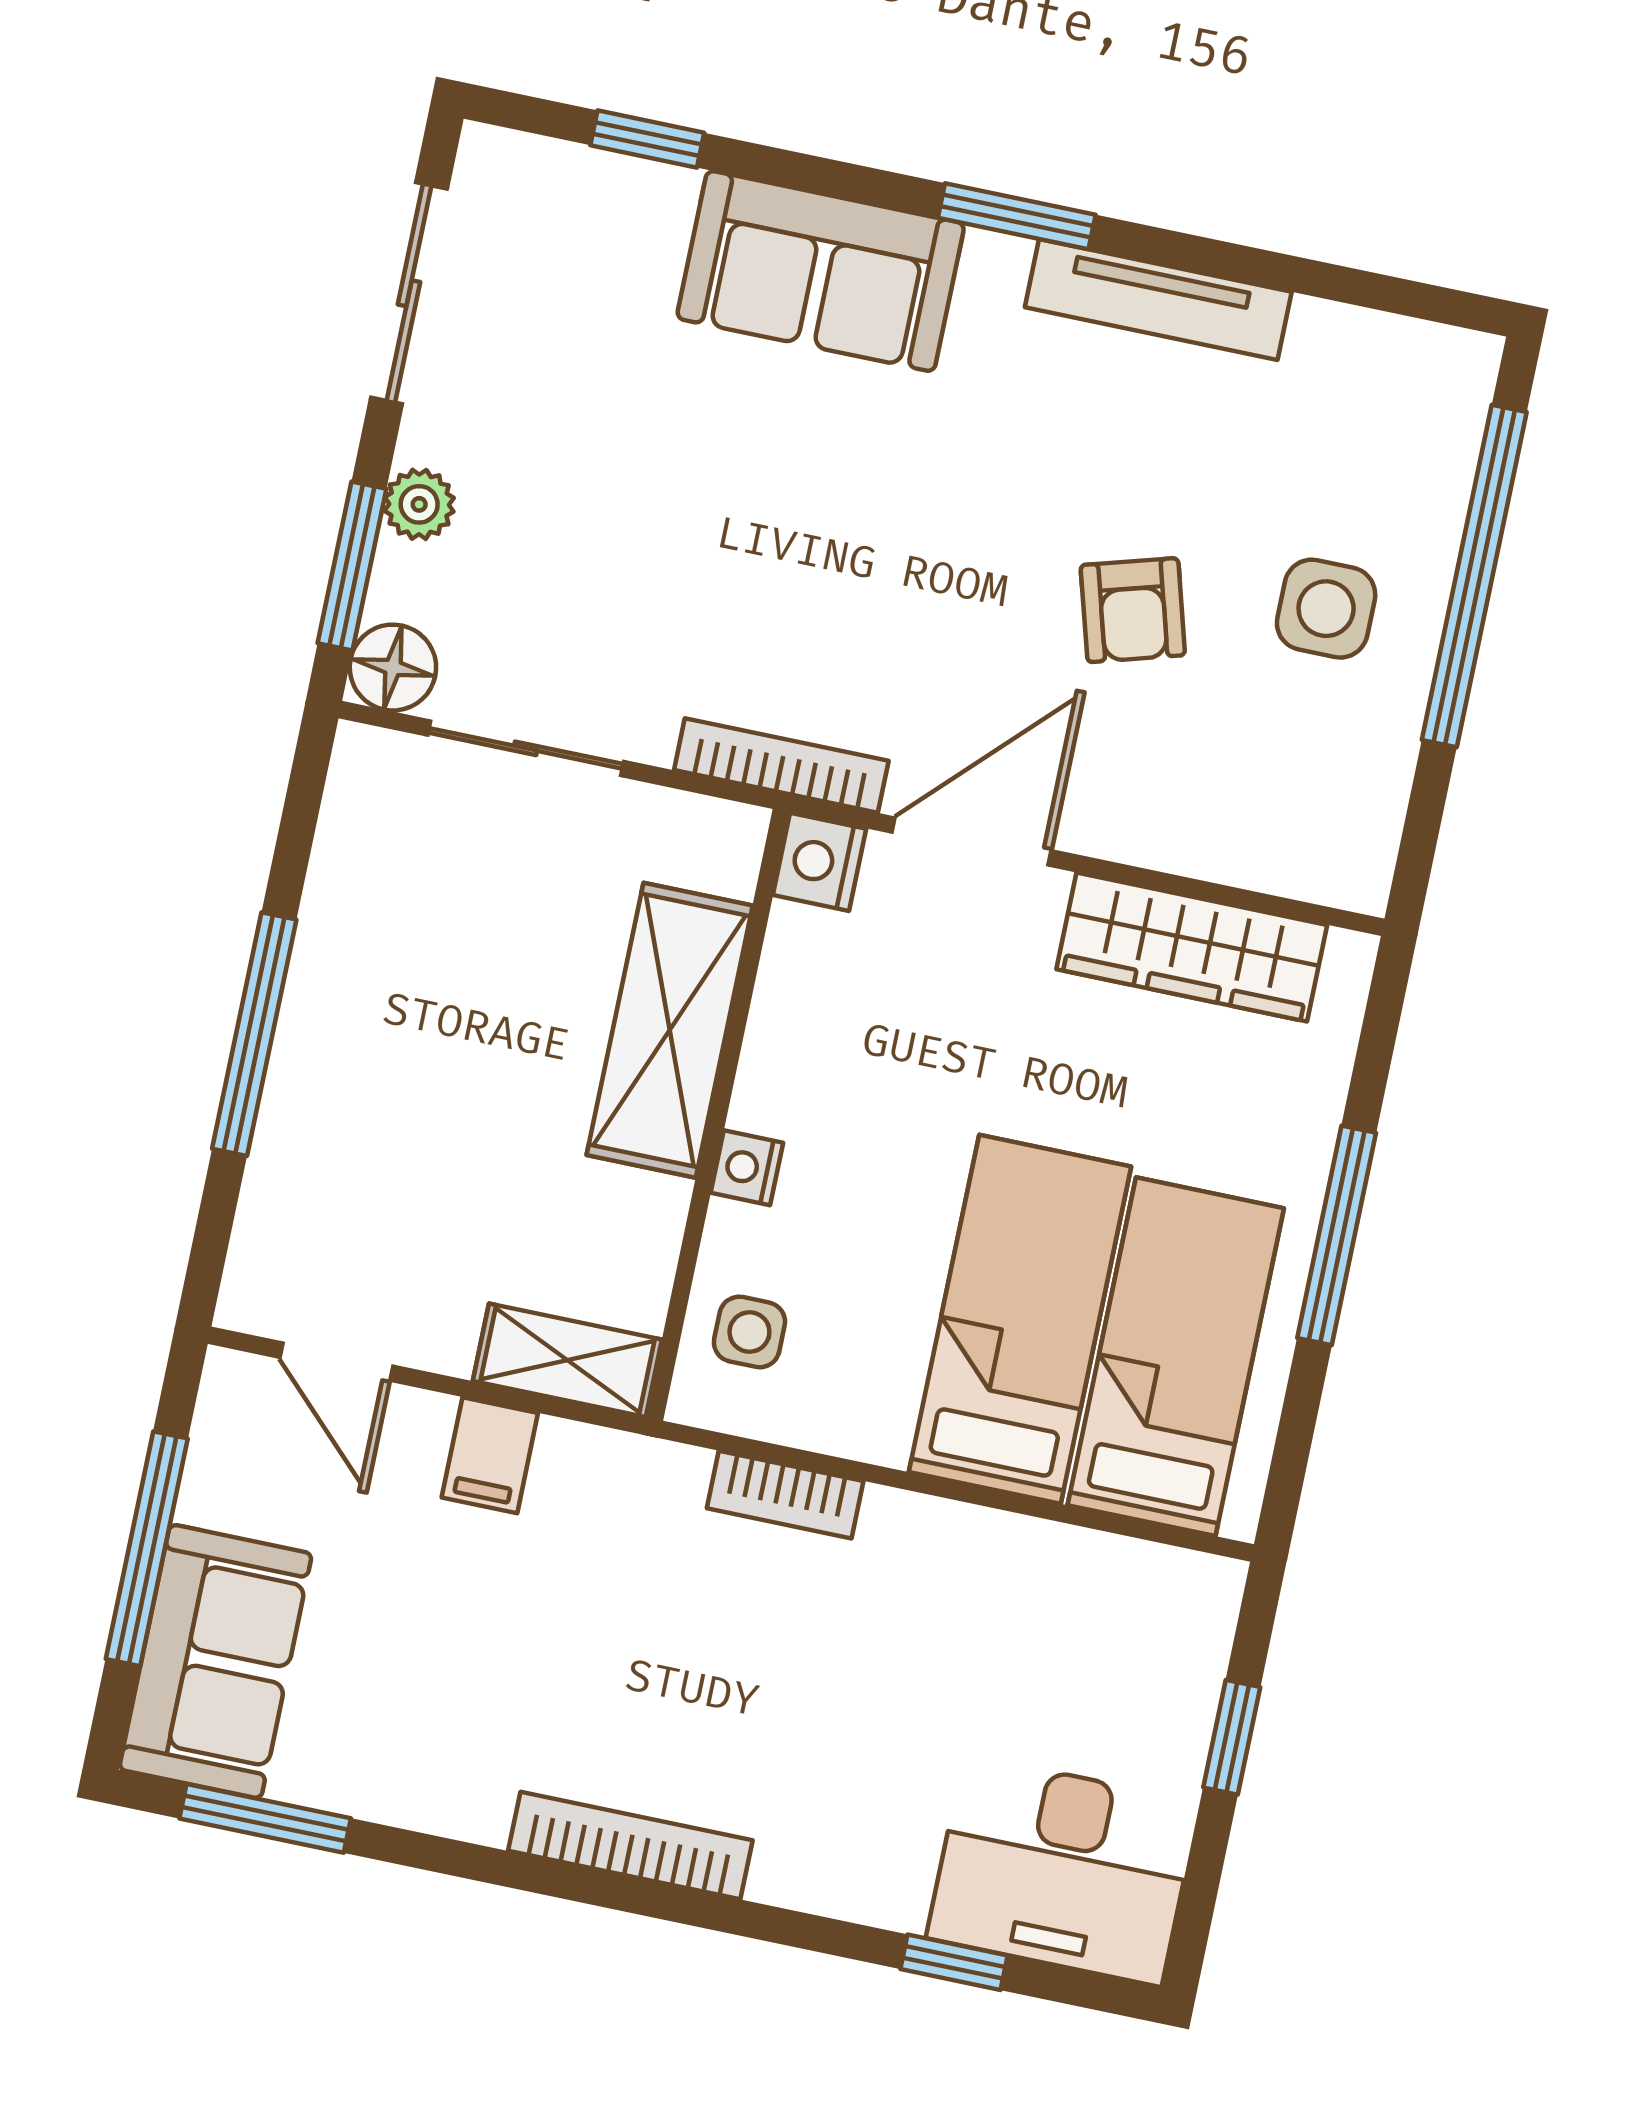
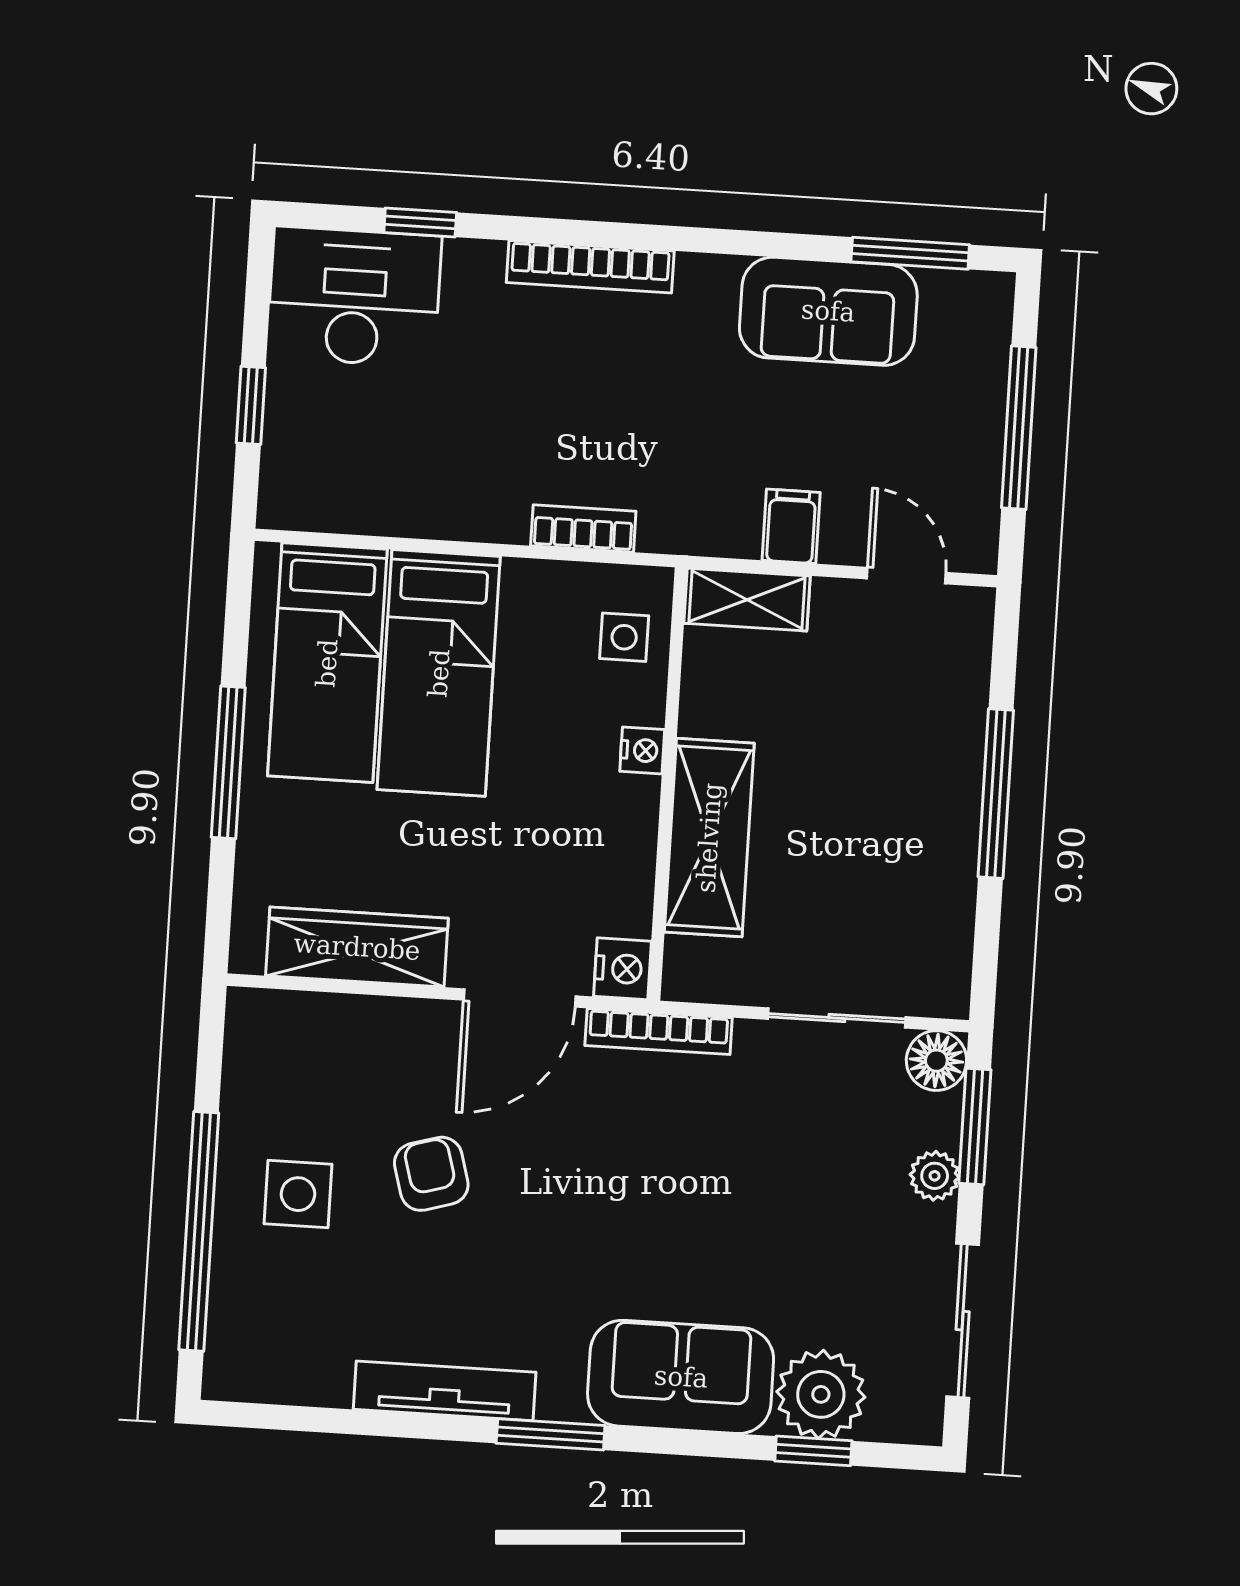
plant: (625, 218) -> (821, 1394), added
sofa: (215, 1661) -> (828, 311), moved, turned -90
bookcase: (630, 1845) -> (590, 267), moved

